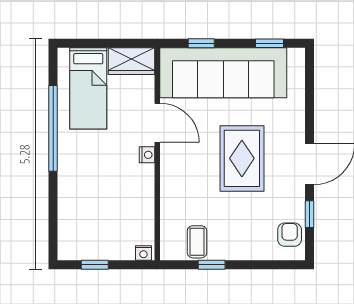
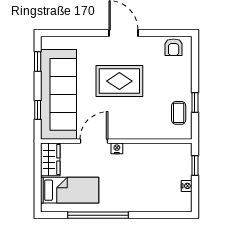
window: (309, 214) -> (159, 33), removed
armchair: (290, 235) -> (174, 47), turned -90
coffee table: (197, 242) -> (179, 113), turned 90
nightstand: (143, 253) -> (187, 186), moved
window: (95, 265) -> (195, 166), moved

